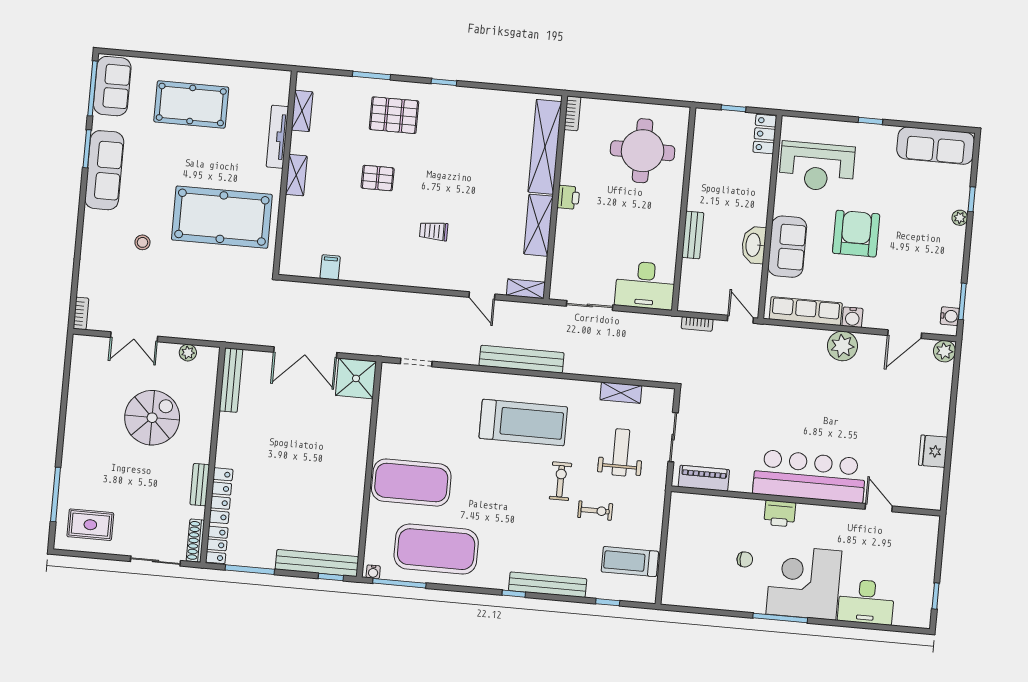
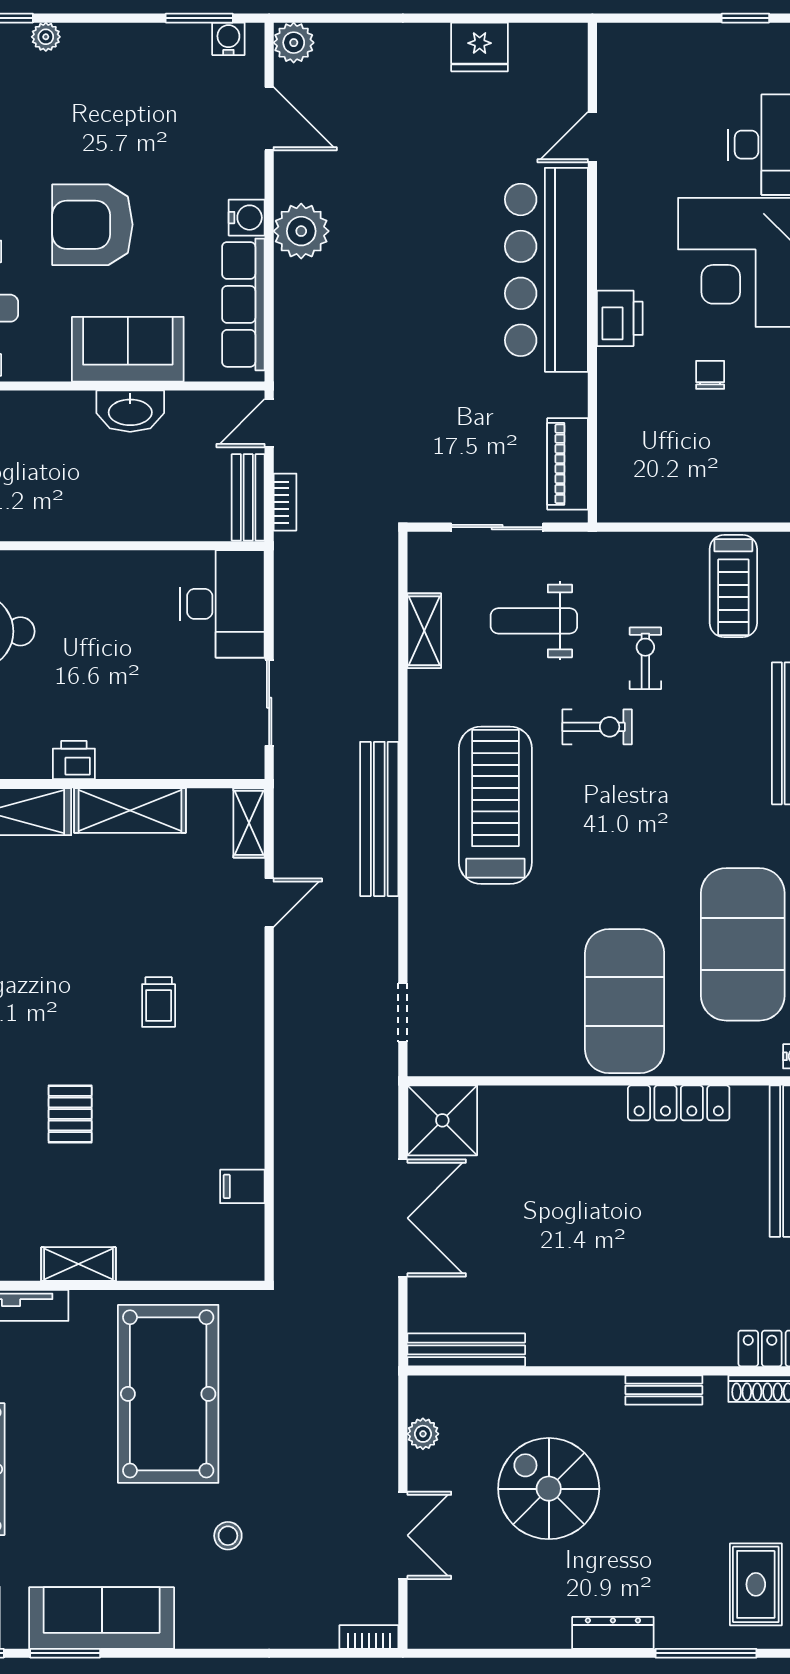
bench: (693, 235) -> (248, 497), moved, turned 90
dresser: (71, 445) -> (613, 1633), added
exercise bike: (561, 481) -> (597, 727), turned 180
locker: (221, 496) -> (679, 1103), moved, turned 180

